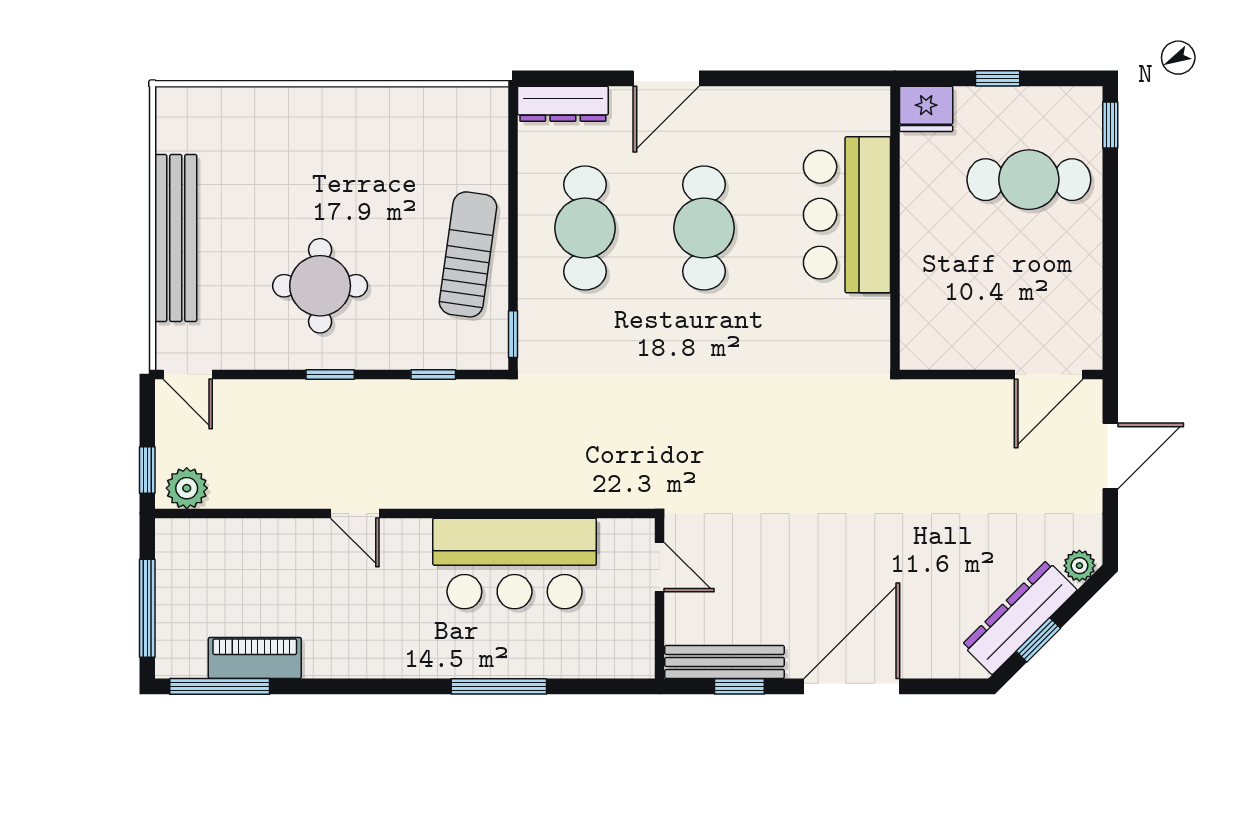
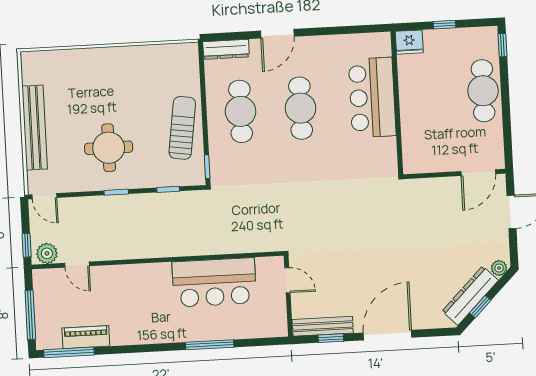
cafe table: (1029, 180) -> (483, 91), moved, turned 90
door: (355, 514) -> (77, 265), moved

